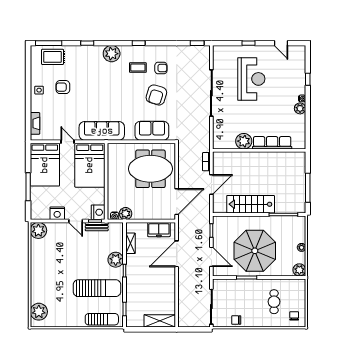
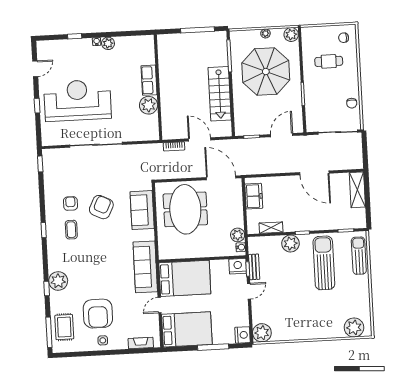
plant: (112, 54) -> (58, 281), moved
reception desk: (251, 79) -> (77, 100), width x1.36, depth x1.30
armchair: (63, 87) -> (98, 314), width x1.88, depth x1.88
armchair: (156, 95) -> (101, 207), turned -81
row of seats: (272, 143) -> (149, 80), width x0.68
nightstand: (57, 213) -> (243, 335), moved
parasol: (255, 251) -> (266, 72), moved
door: (177, 254) -> (314, 173), moved

